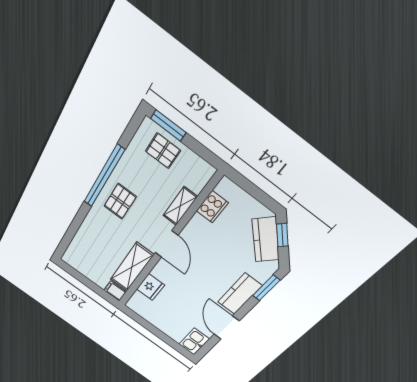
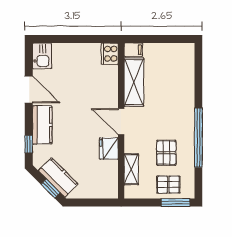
pallet: (120, 201) -> (166, 153), moved
shelving: (180, 206) -> (131, 169), moved
cooker: (212, 207) -> (110, 54), moved
fridge: (150, 287) -> (109, 149), moved
window: (266, 288) -> (29, 144), width x0.67

